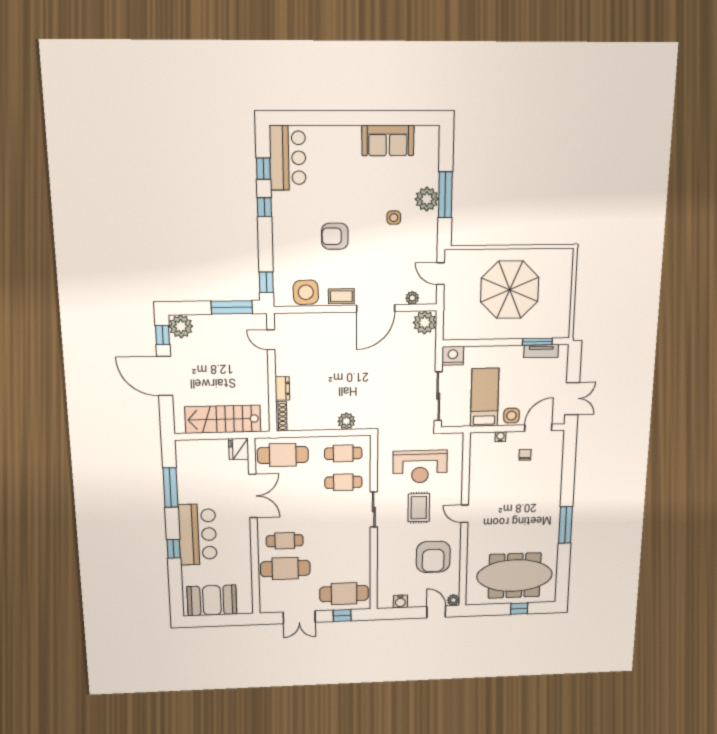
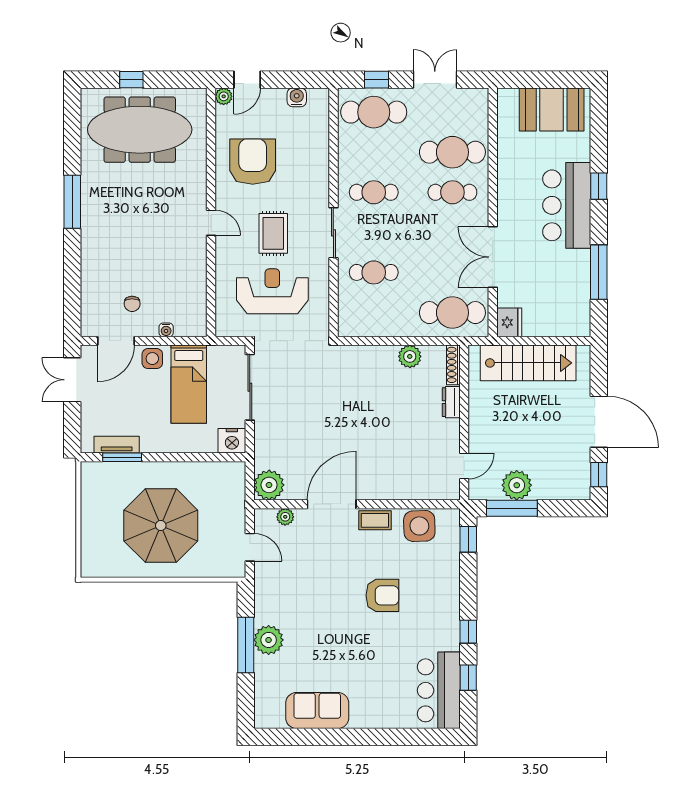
side table: (394, 218) -> (309, 618), removed
plant: (181, 326) -> (517, 485), moved
door: (271, 340) -> (464, 466), hinge flipped
plant: (346, 421) -> (410, 356), moved
cafe table: (343, 453) -> (374, 192), moved
door: (436, 612) -> (247, 80), hinge flipped

